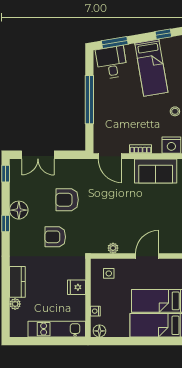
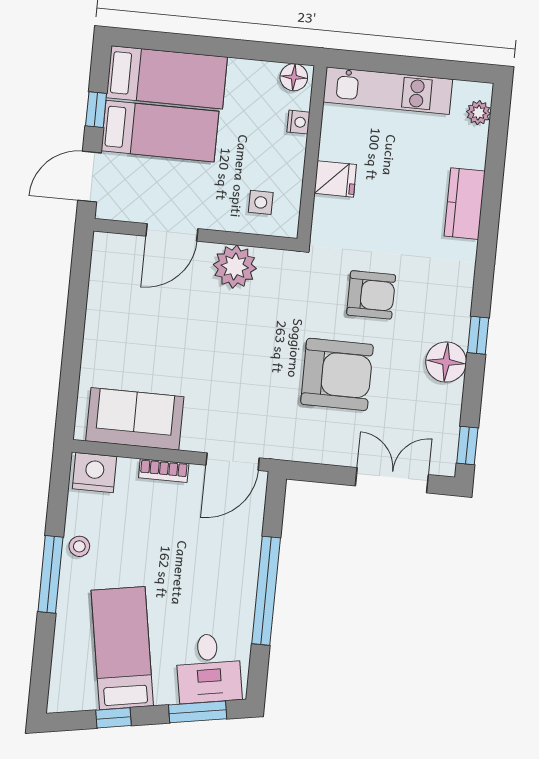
window: (163, 34) -> (113, 718), moved
door: (110, 156) -> (233, 462), swing flipped
armchair: (67, 200) -> (337, 374), width x1.36, depth x1.36
plant: (113, 248) -> (235, 267), width x1.87, depth x1.87
plant: (15, 304) -> (479, 113), moved

